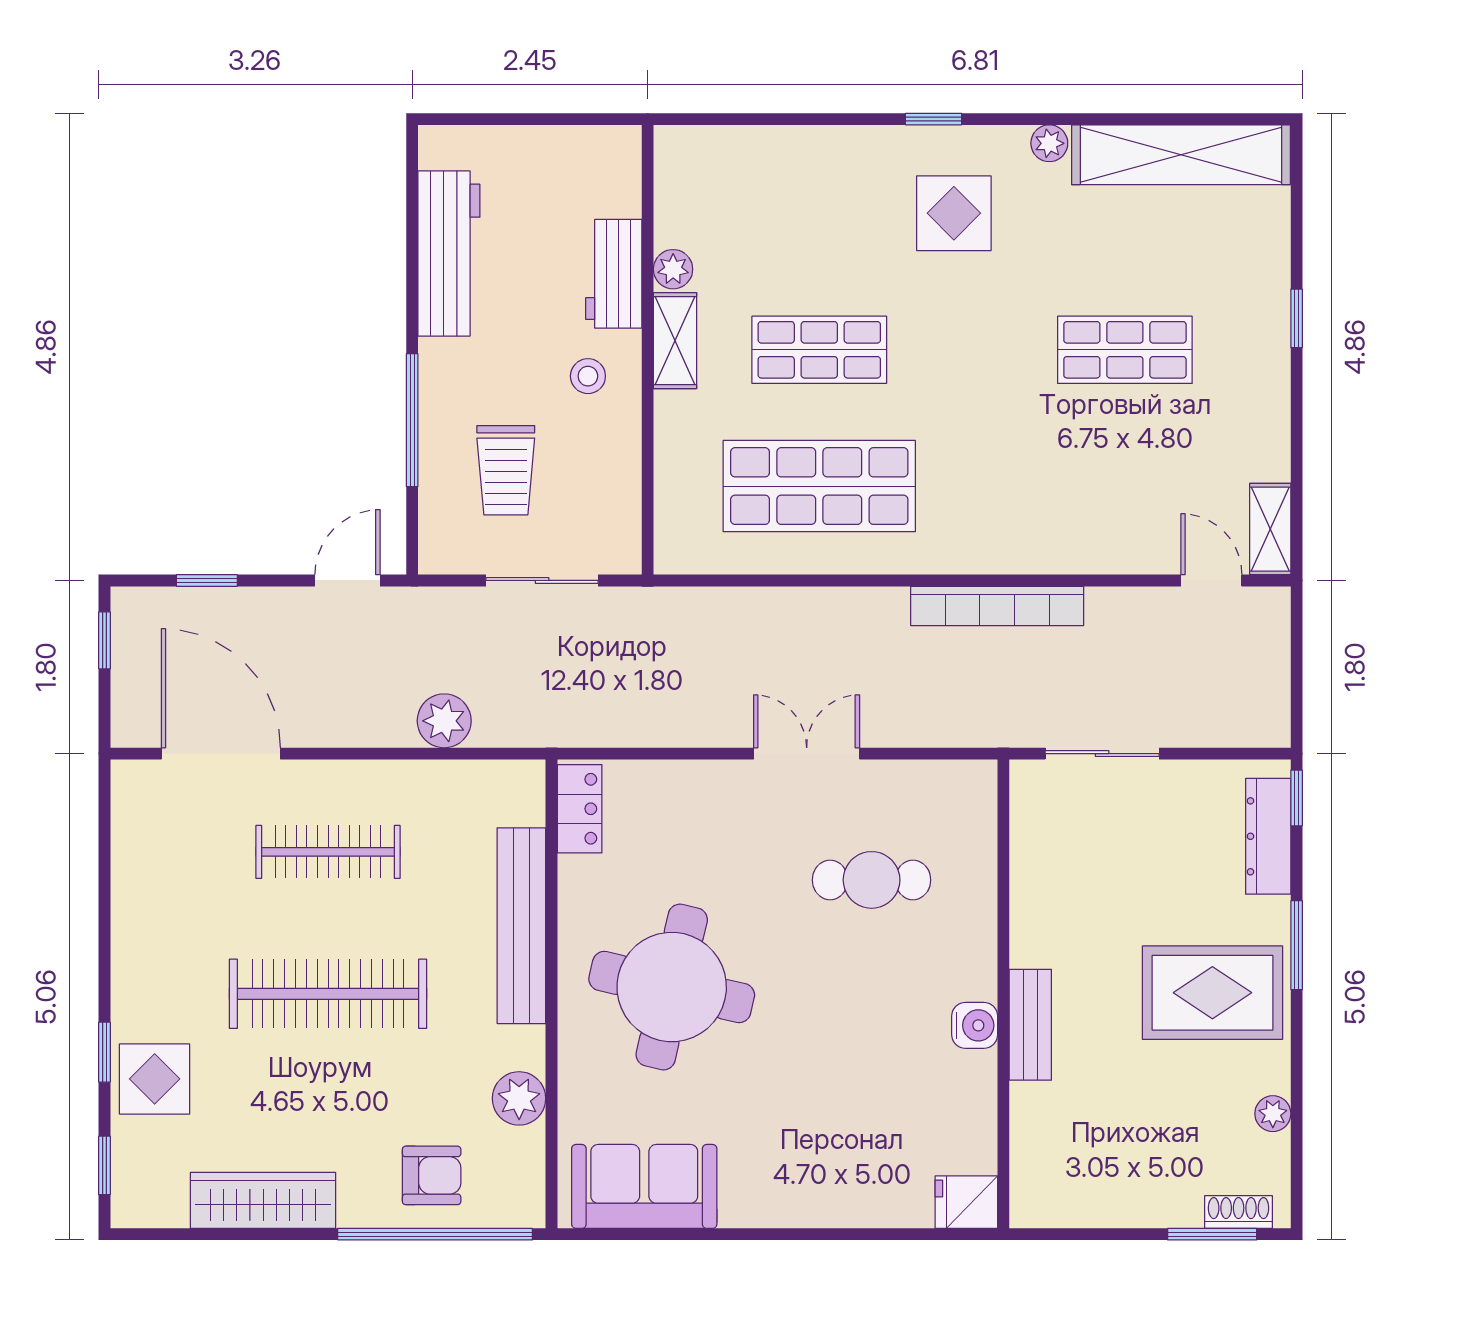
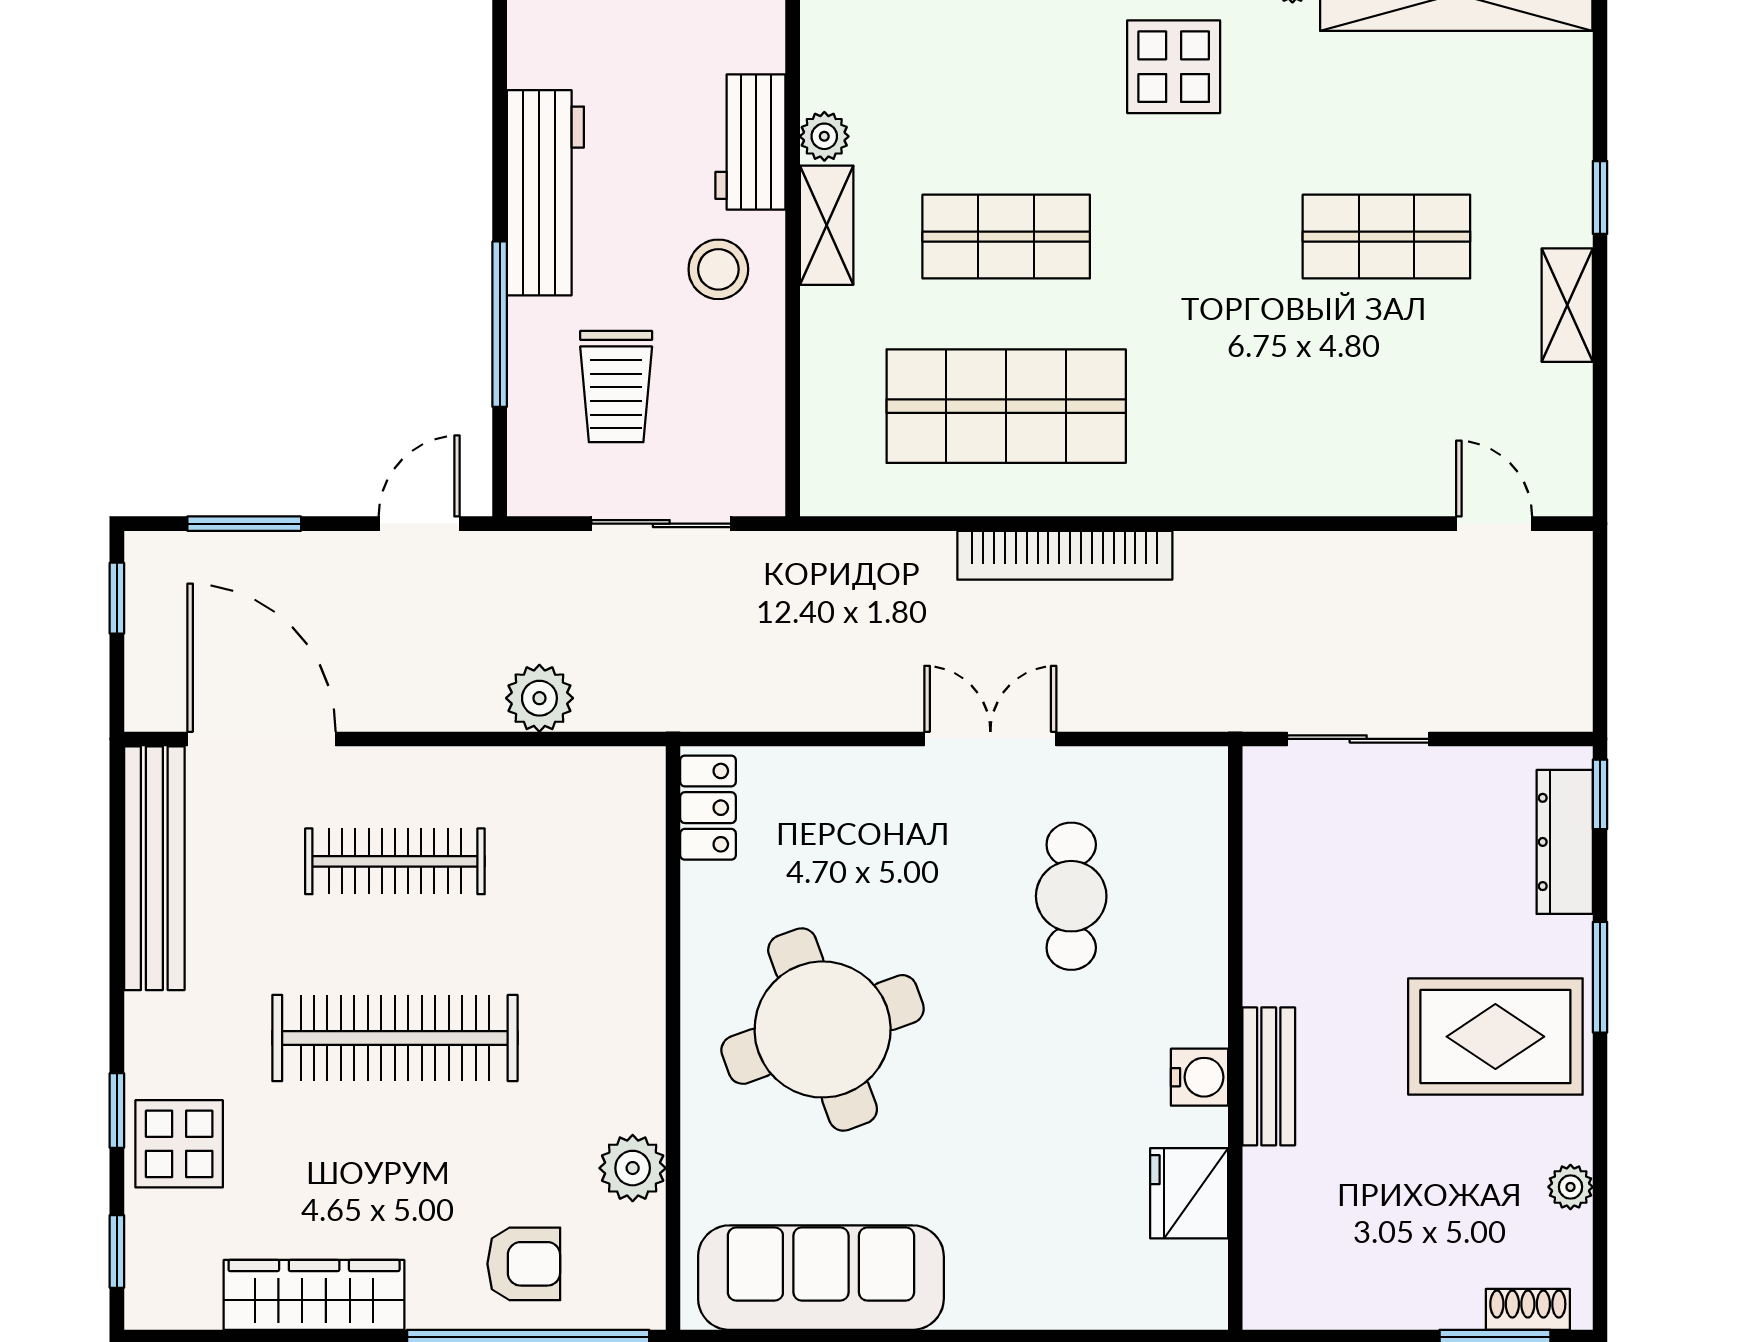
workbench: (449, 254) -> (545, 193), moved
stool: (588, 376) -> (718, 269), width x1.37, depth x1.37
shelving: (1270, 529) -> (1567, 305), moved
window: (207, 580) -> (244, 524), width x1.50
bookcase: (997, 606) -> (1065, 555), moved
cafe table: (872, 880) -> (1071, 896), turned 90
bench: (521, 926) -> (154, 868), moved
round table: (672, 987) -> (823, 1029), turned -33
sofa: (644, 1186) -> (821, 1278), width x1.36
fridge: (966, 1202) -> (1189, 1193), moved, width x1.38

